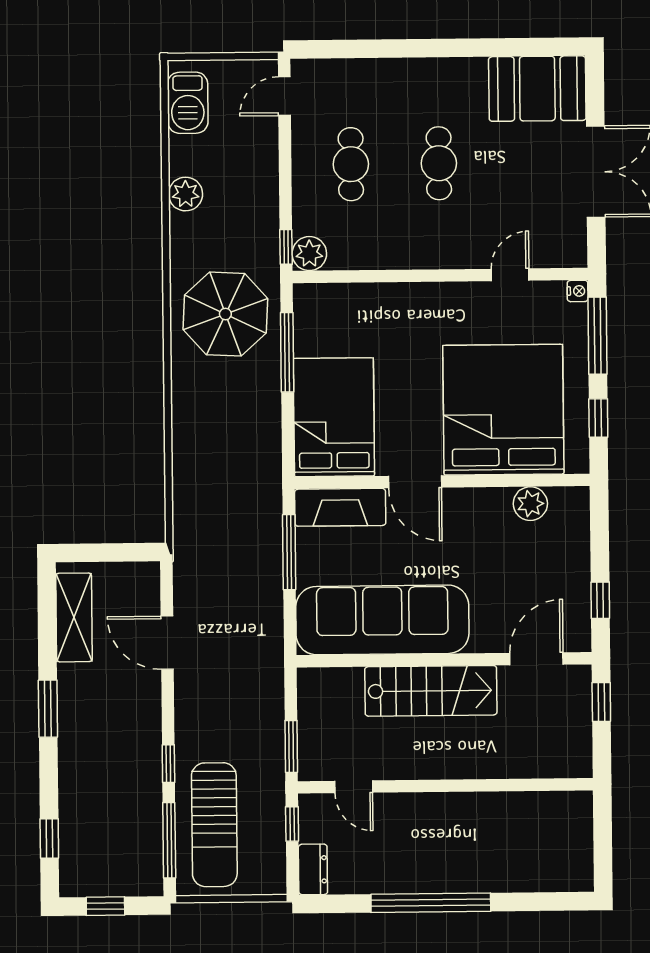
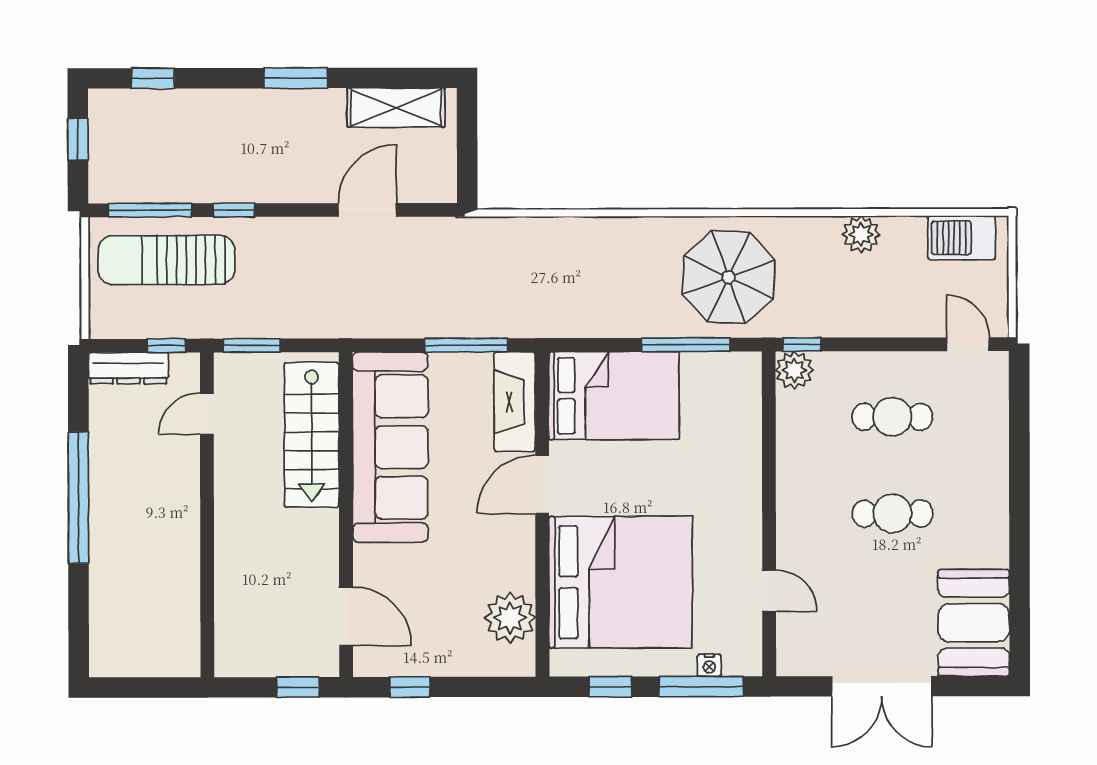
nightstand: (578, 291) -> (709, 665), moved
plant: (530, 504) -> (510, 618), width x1.36, depth x1.36
stairs: (431, 691) -> (312, 435), moved
dresser: (313, 869) -> (129, 368), width x1.44

